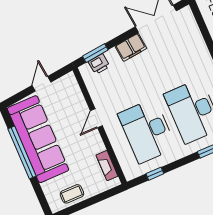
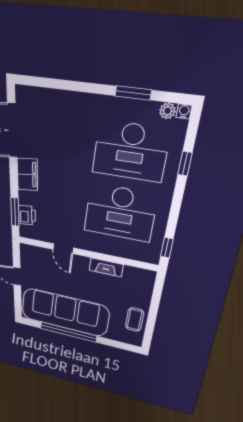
door: (96, 118) -> (63, 249), moved
fireplace: (107, 166) -> (106, 267), moved
window: (155, 174) -> (167, 248), moved

